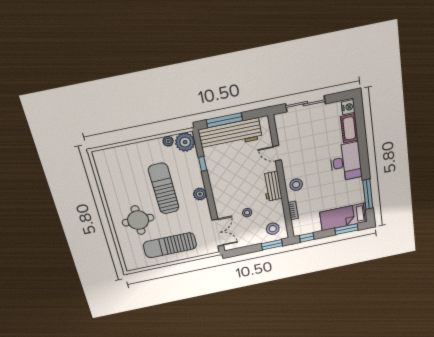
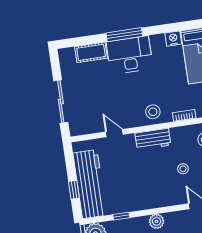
nightstand: (348, 107) -> (173, 39), moved
window: (224, 120) -> (74, 190), width x0.46
door: (277, 153) -> (114, 133), swing flipped
window: (368, 194) -> (124, 35), moved

